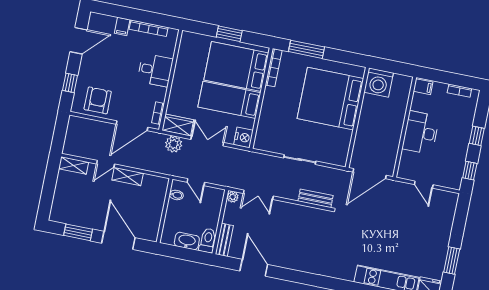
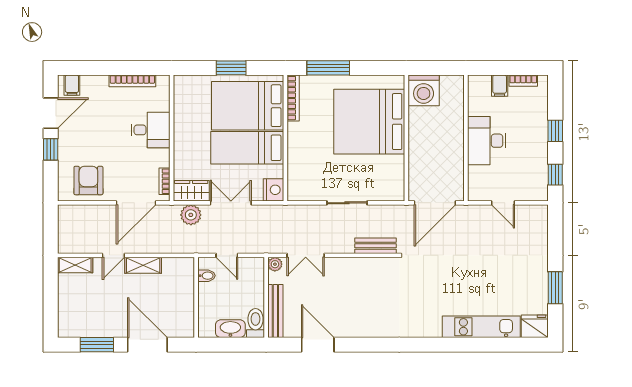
filing cabinet: (122, 26) -> (72, 85), moved
window: (70, 83) -> (51, 149), moved
filing cabinet: (423, 87) -> (500, 86), moved, turned 90
bench: (224, 240) -> (275, 311), width x1.36

